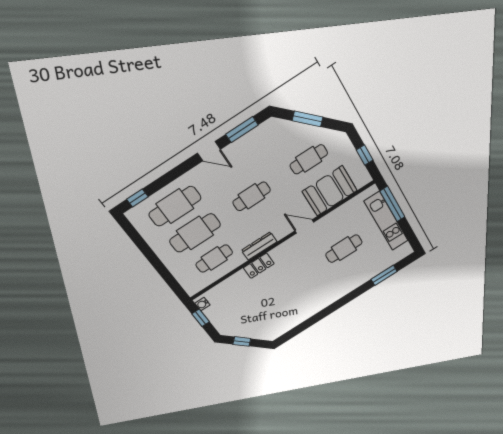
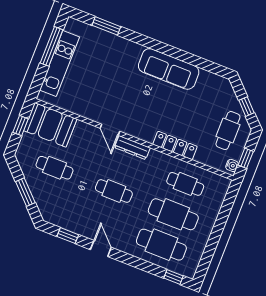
window: (242, 130) -> (68, 236), width x0.67
booth: (330, 191) -> (50, 125), moved
window: (392, 204) -> (52, 46), moved
dresser: (259, 246) -> (132, 148), moved
cafe table: (344, 249) -> (228, 131), moved, turned 90
locker: (259, 266) -> (175, 145), width x1.53
sofa: (316, 301) -> (169, 69), added

